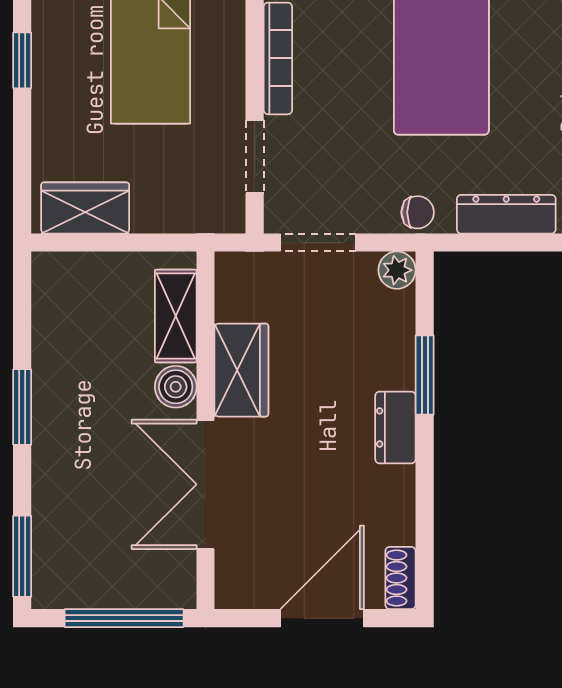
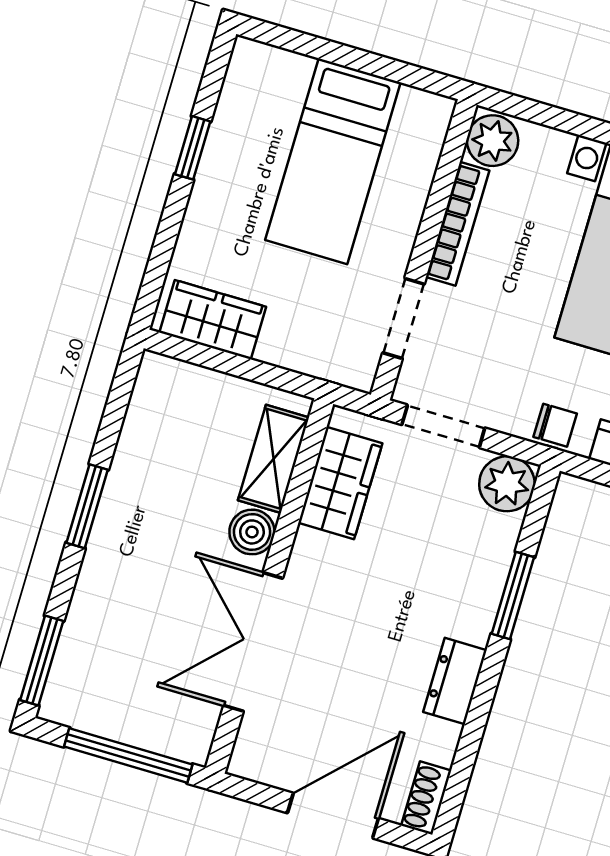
plant: (397, 270) -> (507, 484), width x1.38, depth x1.38
wardrobe: (241, 370) -> (340, 483), moved
dresser: (395, 427) -> (455, 681), moved

